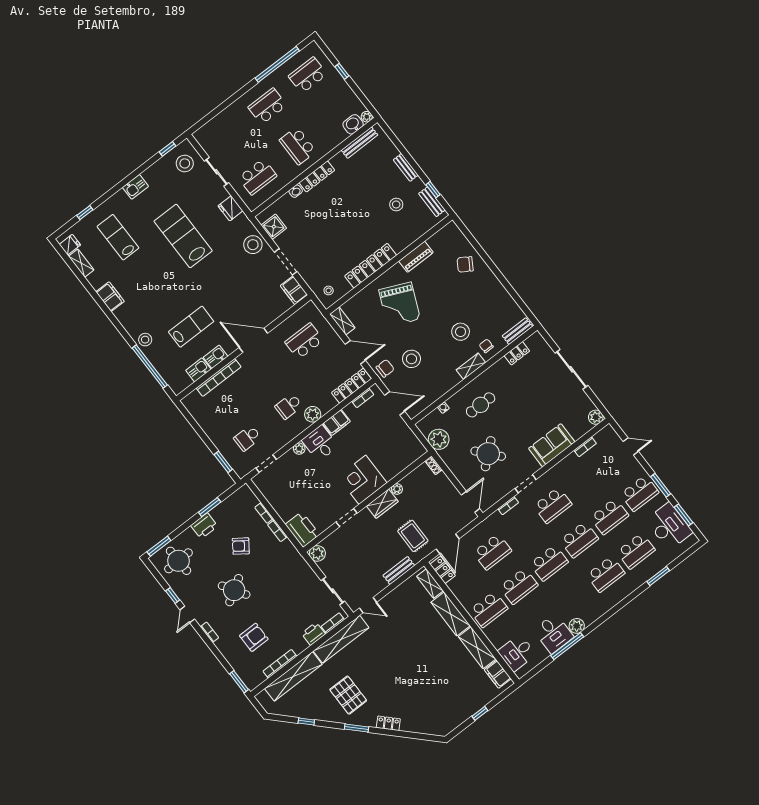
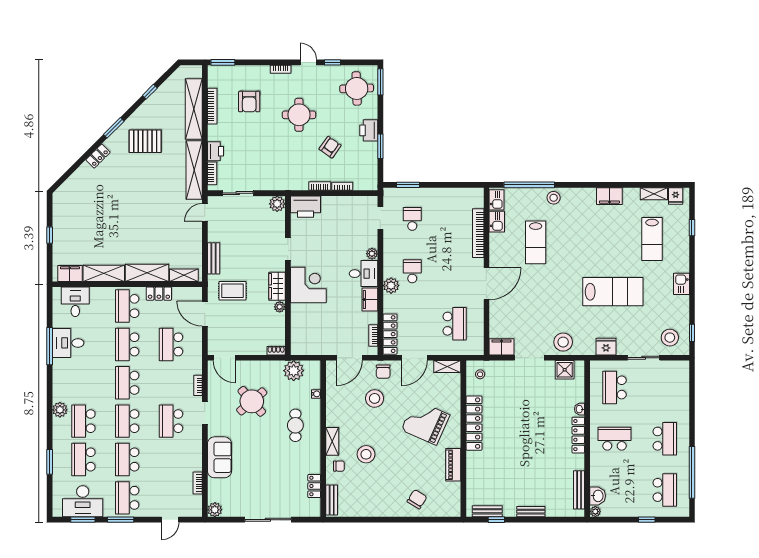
stool: (396, 204) -> (507, 481), removed
lab bench: (118, 237) -> (652, 239), turned 90
kitchen sink: (216, 357) -> (497, 200), moved
locker: (443, 570) -> (159, 294), moved
round table: (234, 590) -> (299, 115), turned 32
plant: (577, 626) -> (60, 410), moved

